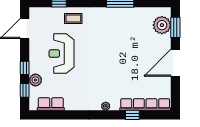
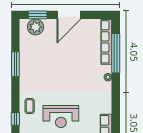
door: (175, 63) -> (69, 15), hinge flipped
window: (132, 115) -> (116, 53), width x3.17

